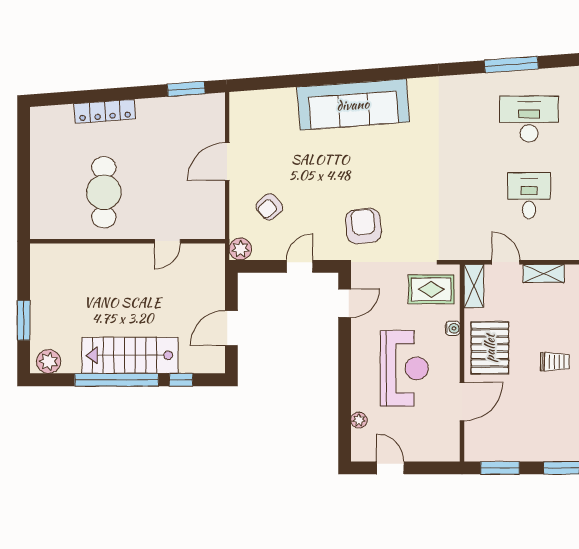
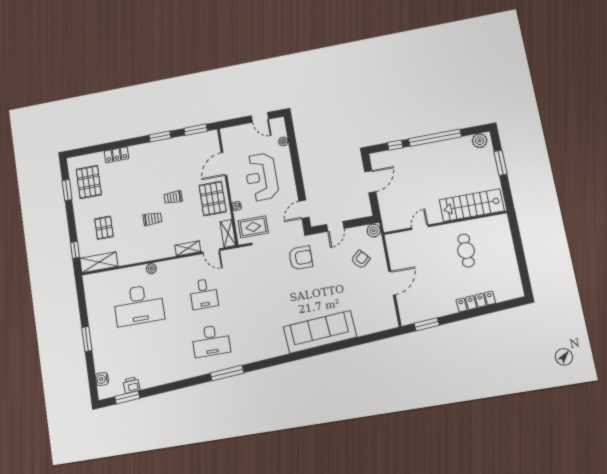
cafe table: (104, 192) -> (466, 251), width x0.73, depth x0.74
armchair: (363, 226) -> (301, 258), turned -84
stairs: (130, 355) -> (472, 205), moved, turned 180

